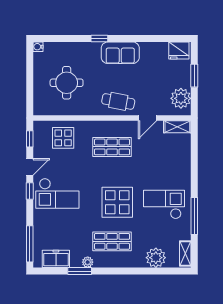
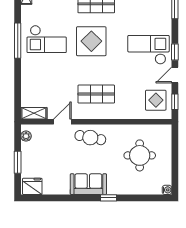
plant: (181, 98) -> (26, 136), width x0.53, depth x0.53
display table: (63, 138) -> (156, 100), moved
window: (194, 216) -> (18, 41), moved

